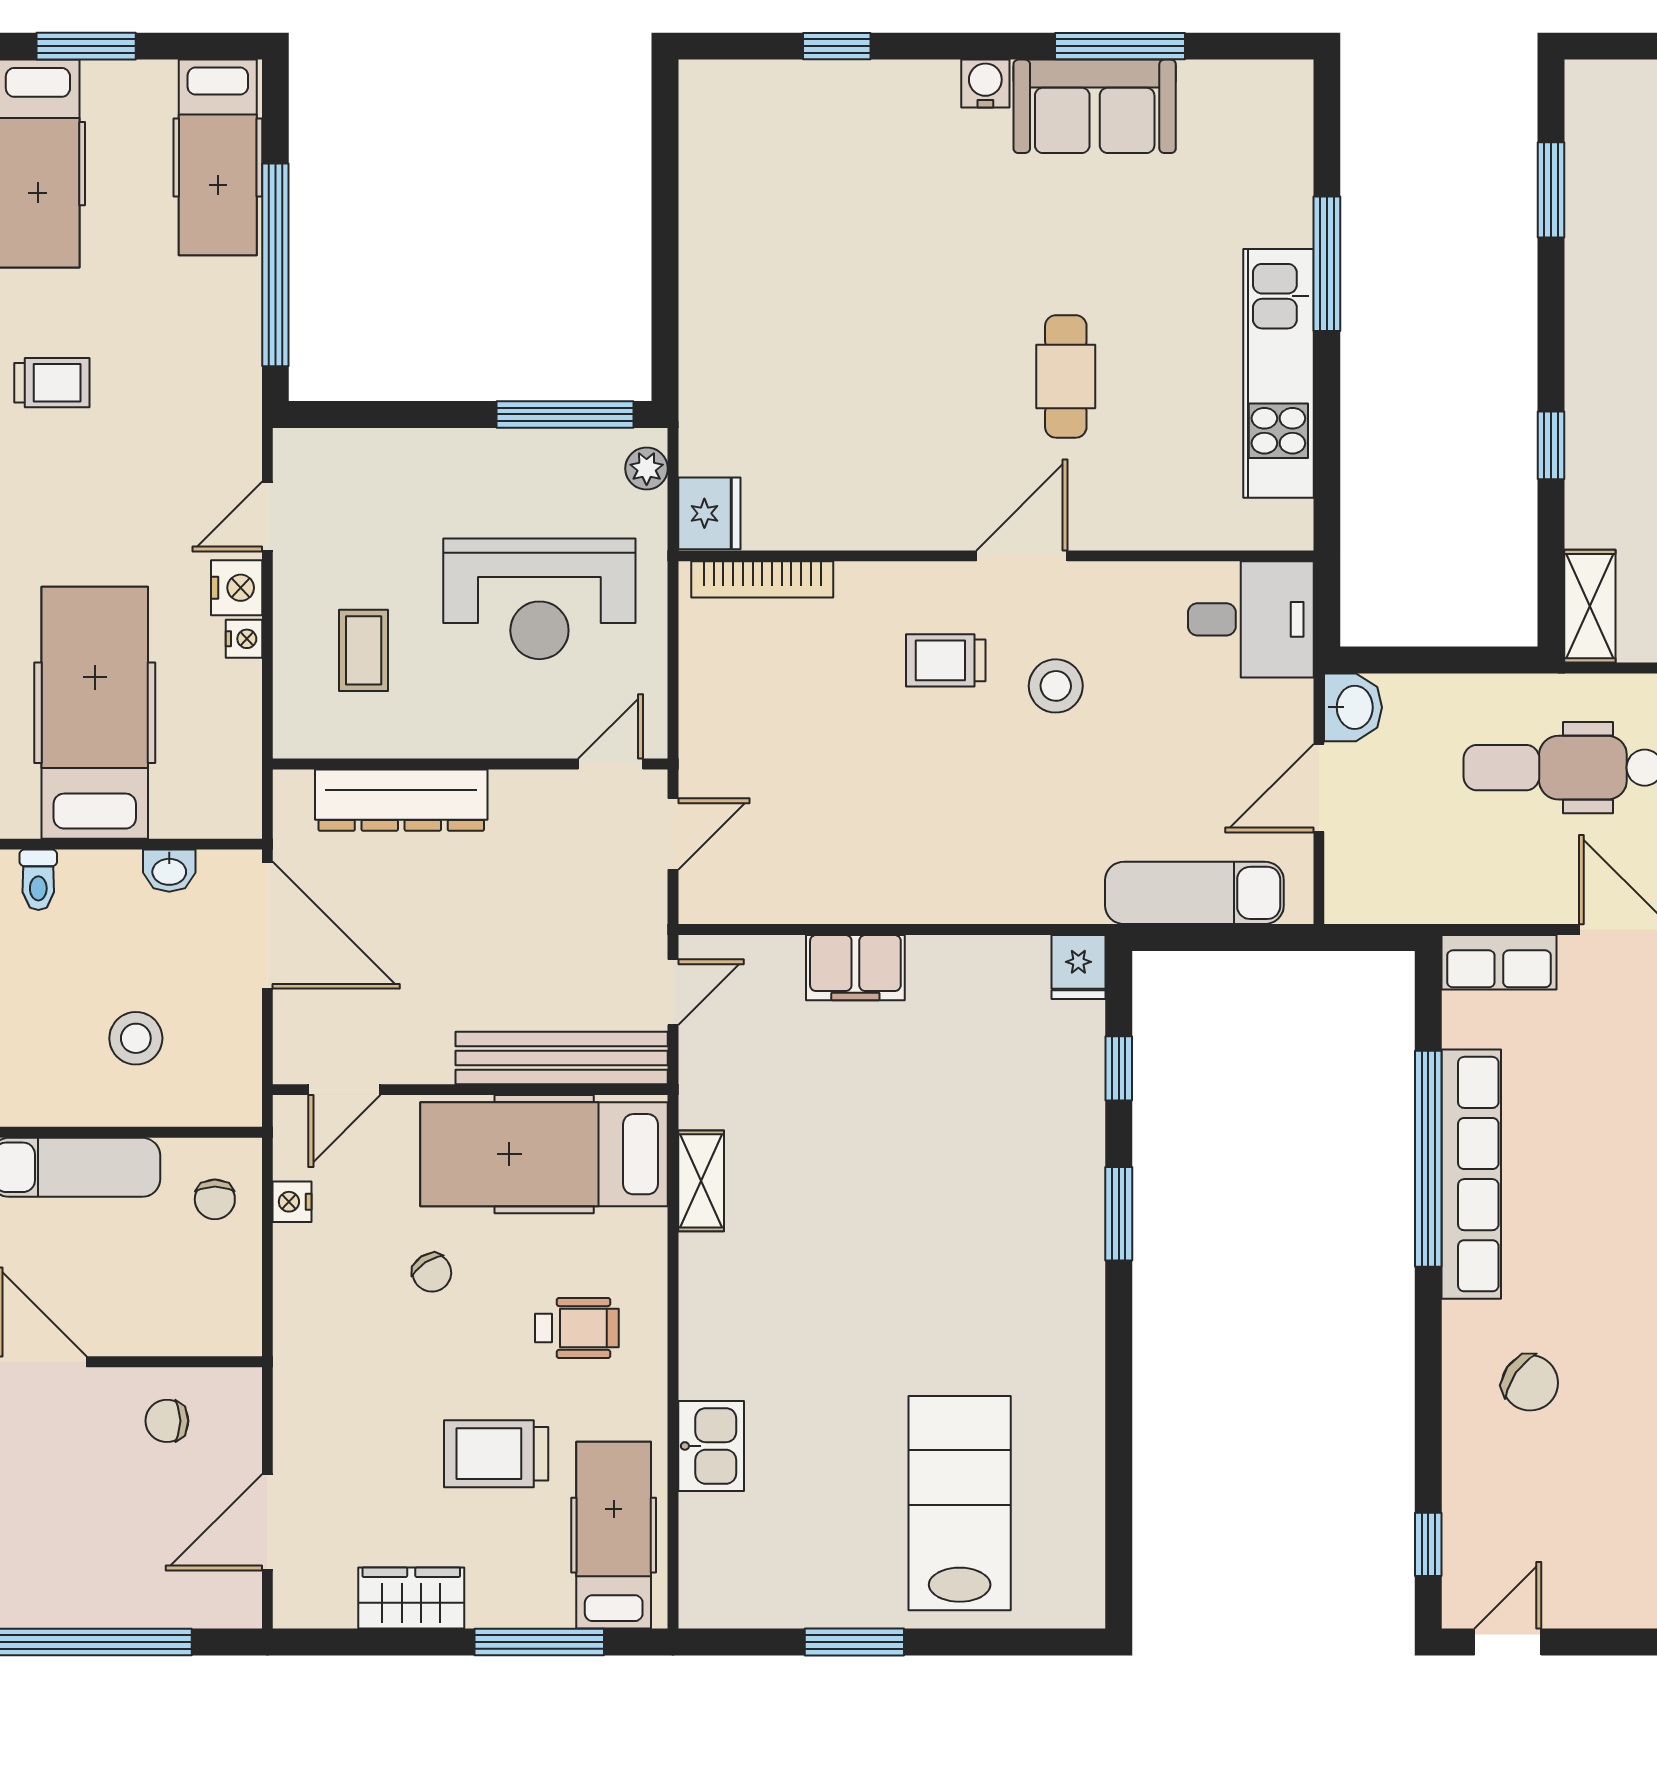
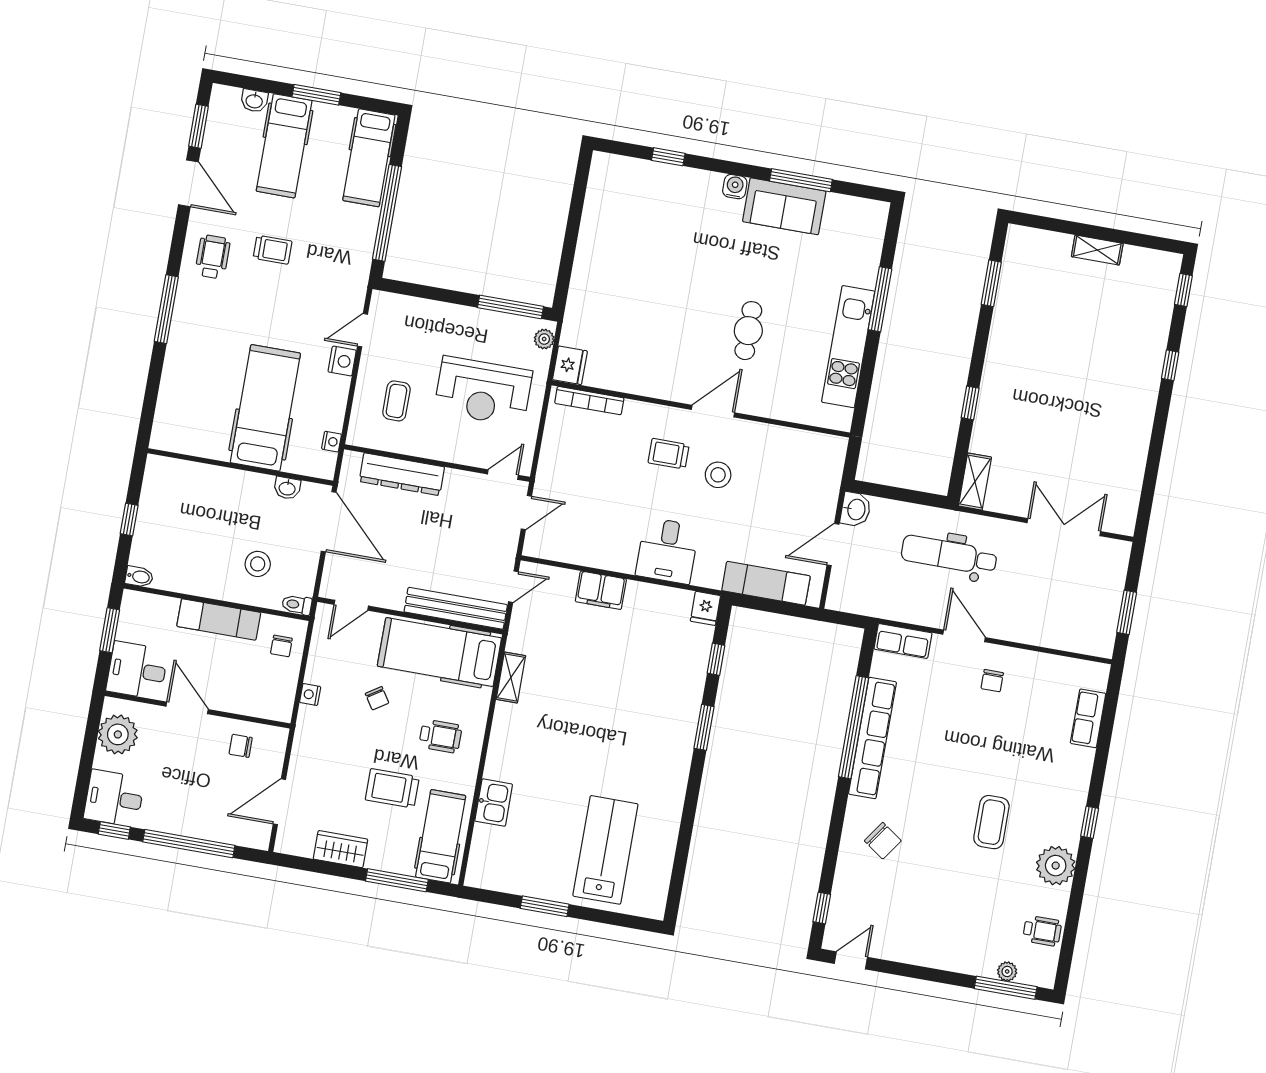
desk: (1251, 619) -> (667, 551), moved, turned 90
nightstand: (244, 639) -> (332, 442), moved
toilet: (38, 880) -> (297, 605), moved, turned 90
nightstand: (292, 1202) -> (310, 694), moved

